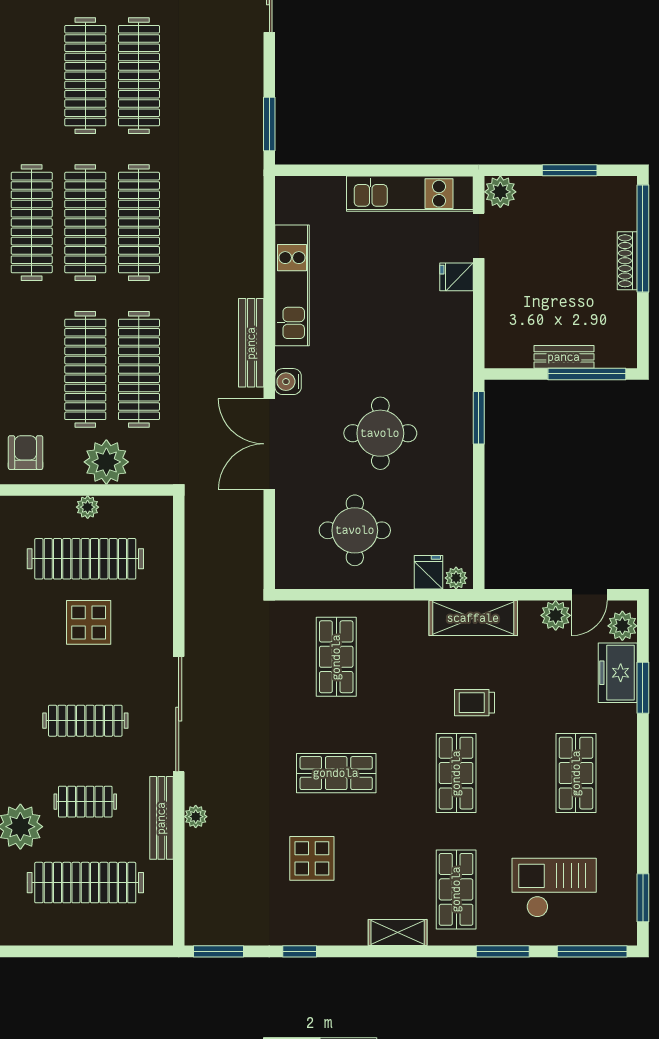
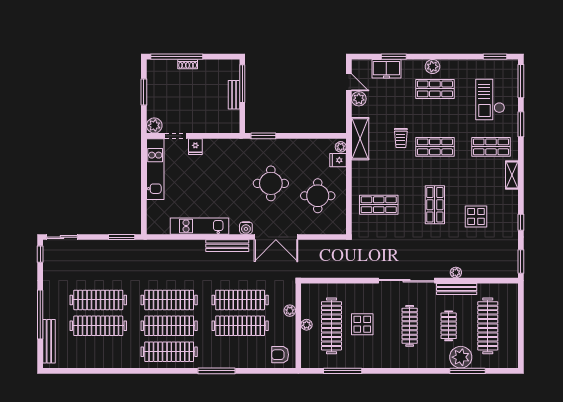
shoe rack: (627, 261) -> (188, 64), width x0.70
plant: (106, 462) -> (290, 311), width x0.53, depth x0.53
plant: (622, 626) -> (433, 67), moved

